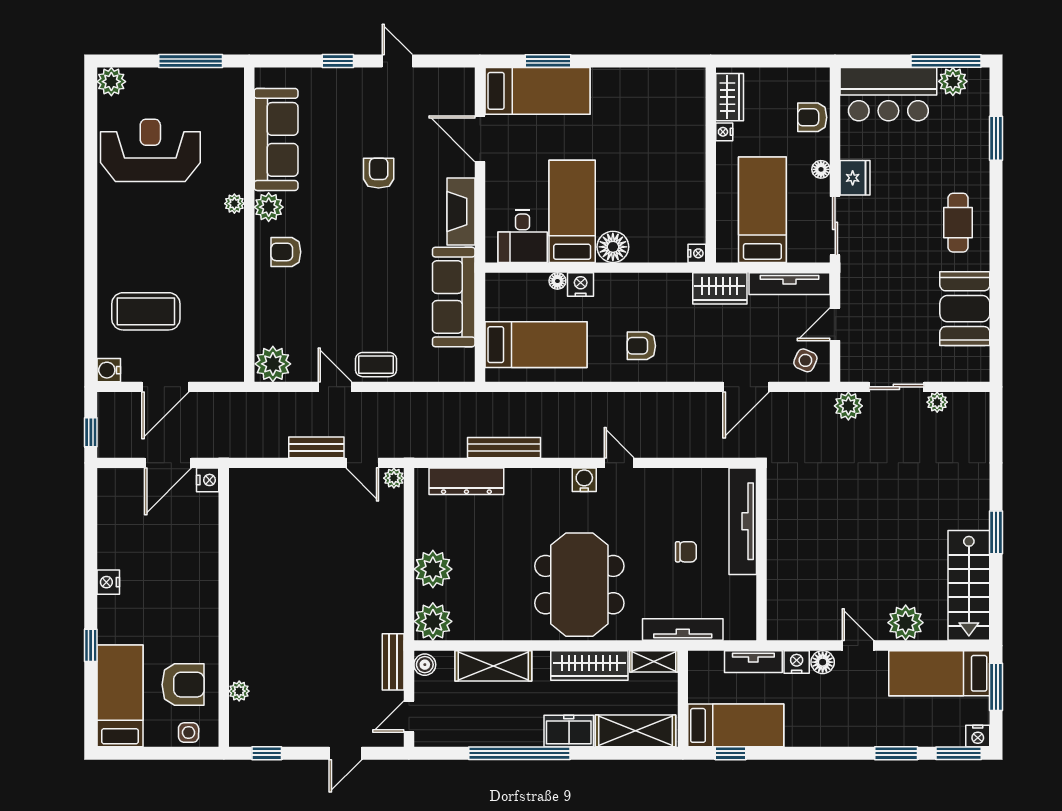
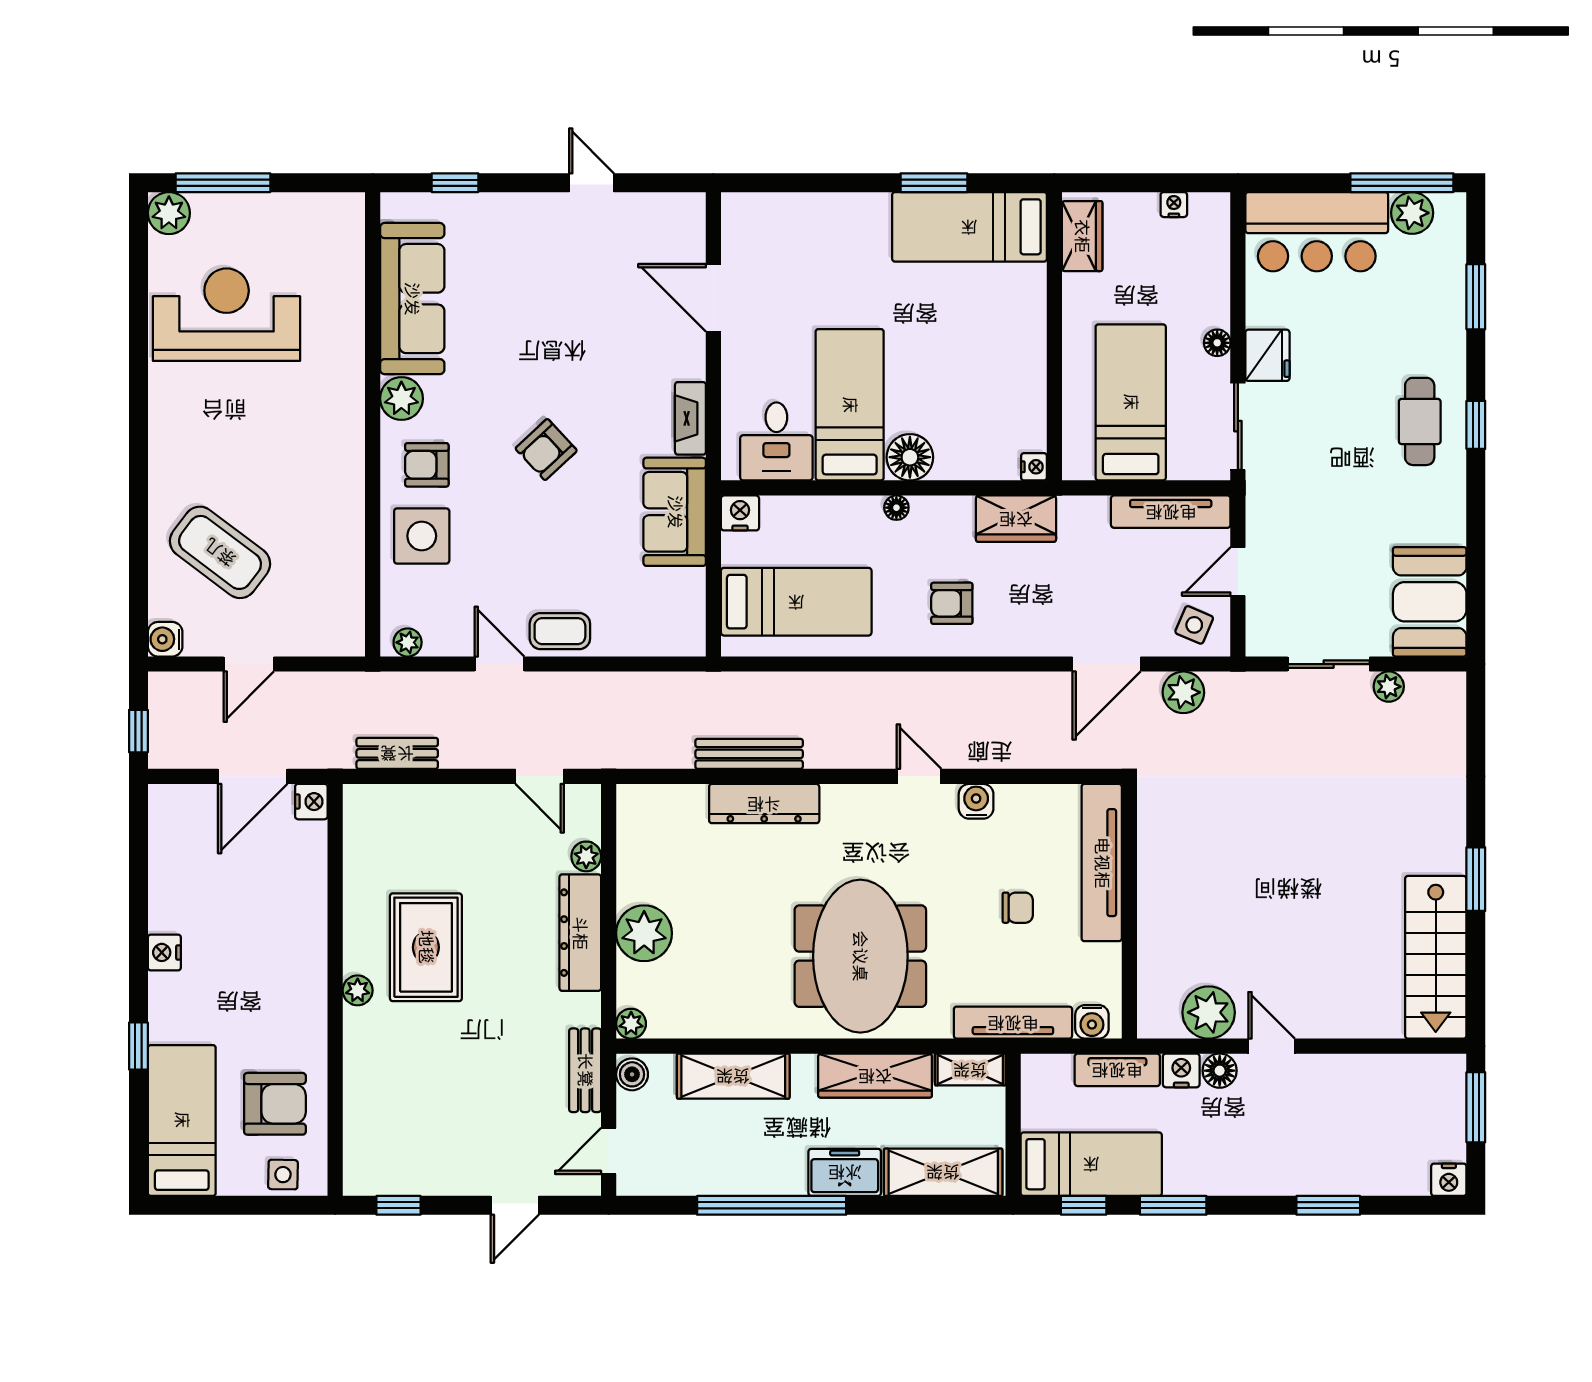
window: (191, 61) -> (223, 183), moved
window: (338, 61) -> (455, 183), moved
window: (548, 61) -> (934, 183), moved
bed: (537, 91) -> (969, 227), moved, turned 180
armchair: (812, 117) -> (1204, 266), removed
nightstand: (724, 132) -> (1174, 205), moved, turned 90
armchair: (379, 173) -> (546, 450), moved, turned -133
plant: (234, 204) -> (351, 393), removed
fireplace: (461, 211) -> (690, 418), width x0.73, depth x0.76
window: (996, 225) -> (1476, 425), added
floor lamp: (557, 281) -> (896, 508), moved
nightstand: (581, 285) -> (740, 513), moved
wardrobe: (720, 288) -> (1016, 519), moved
sofa: (454, 297) -> (675, 512), width x0.73
side table: (282, 300) -> (422, 536), added
booth: (965, 309) -> (1430, 602), moved
coffee table: (146, 311) -> (220, 552), turned 37
plant: (273, 364) -> (408, 642), width x0.53, depth x0.53
door: (165, 387) -> (249, 664), width x0.73
plant: (848, 406) -> (1183, 692), moved
bench: (316, 447) -> (397, 753), moved
plant: (394, 478) -> (586, 856), moved
water cooler: (584, 480) -> (976, 801), moved
dresser: (466, 481) -> (764, 804), moved
dresser: (390, 569) -> (580, 933), added
rug: (285, 579) -> (426, 947), added
plant: (433, 621) -> (631, 1024), width x0.53, depth x0.53
plant: (906, 623) -> (1209, 1012), moved
water cooler: (736, 629) -> (1092, 1022), added
bed: (939, 673) -> (1392, 1087), removed
plant: (239, 691) -> (358, 990), moved
window: (959, 753) -> (1173, 1205), moved

